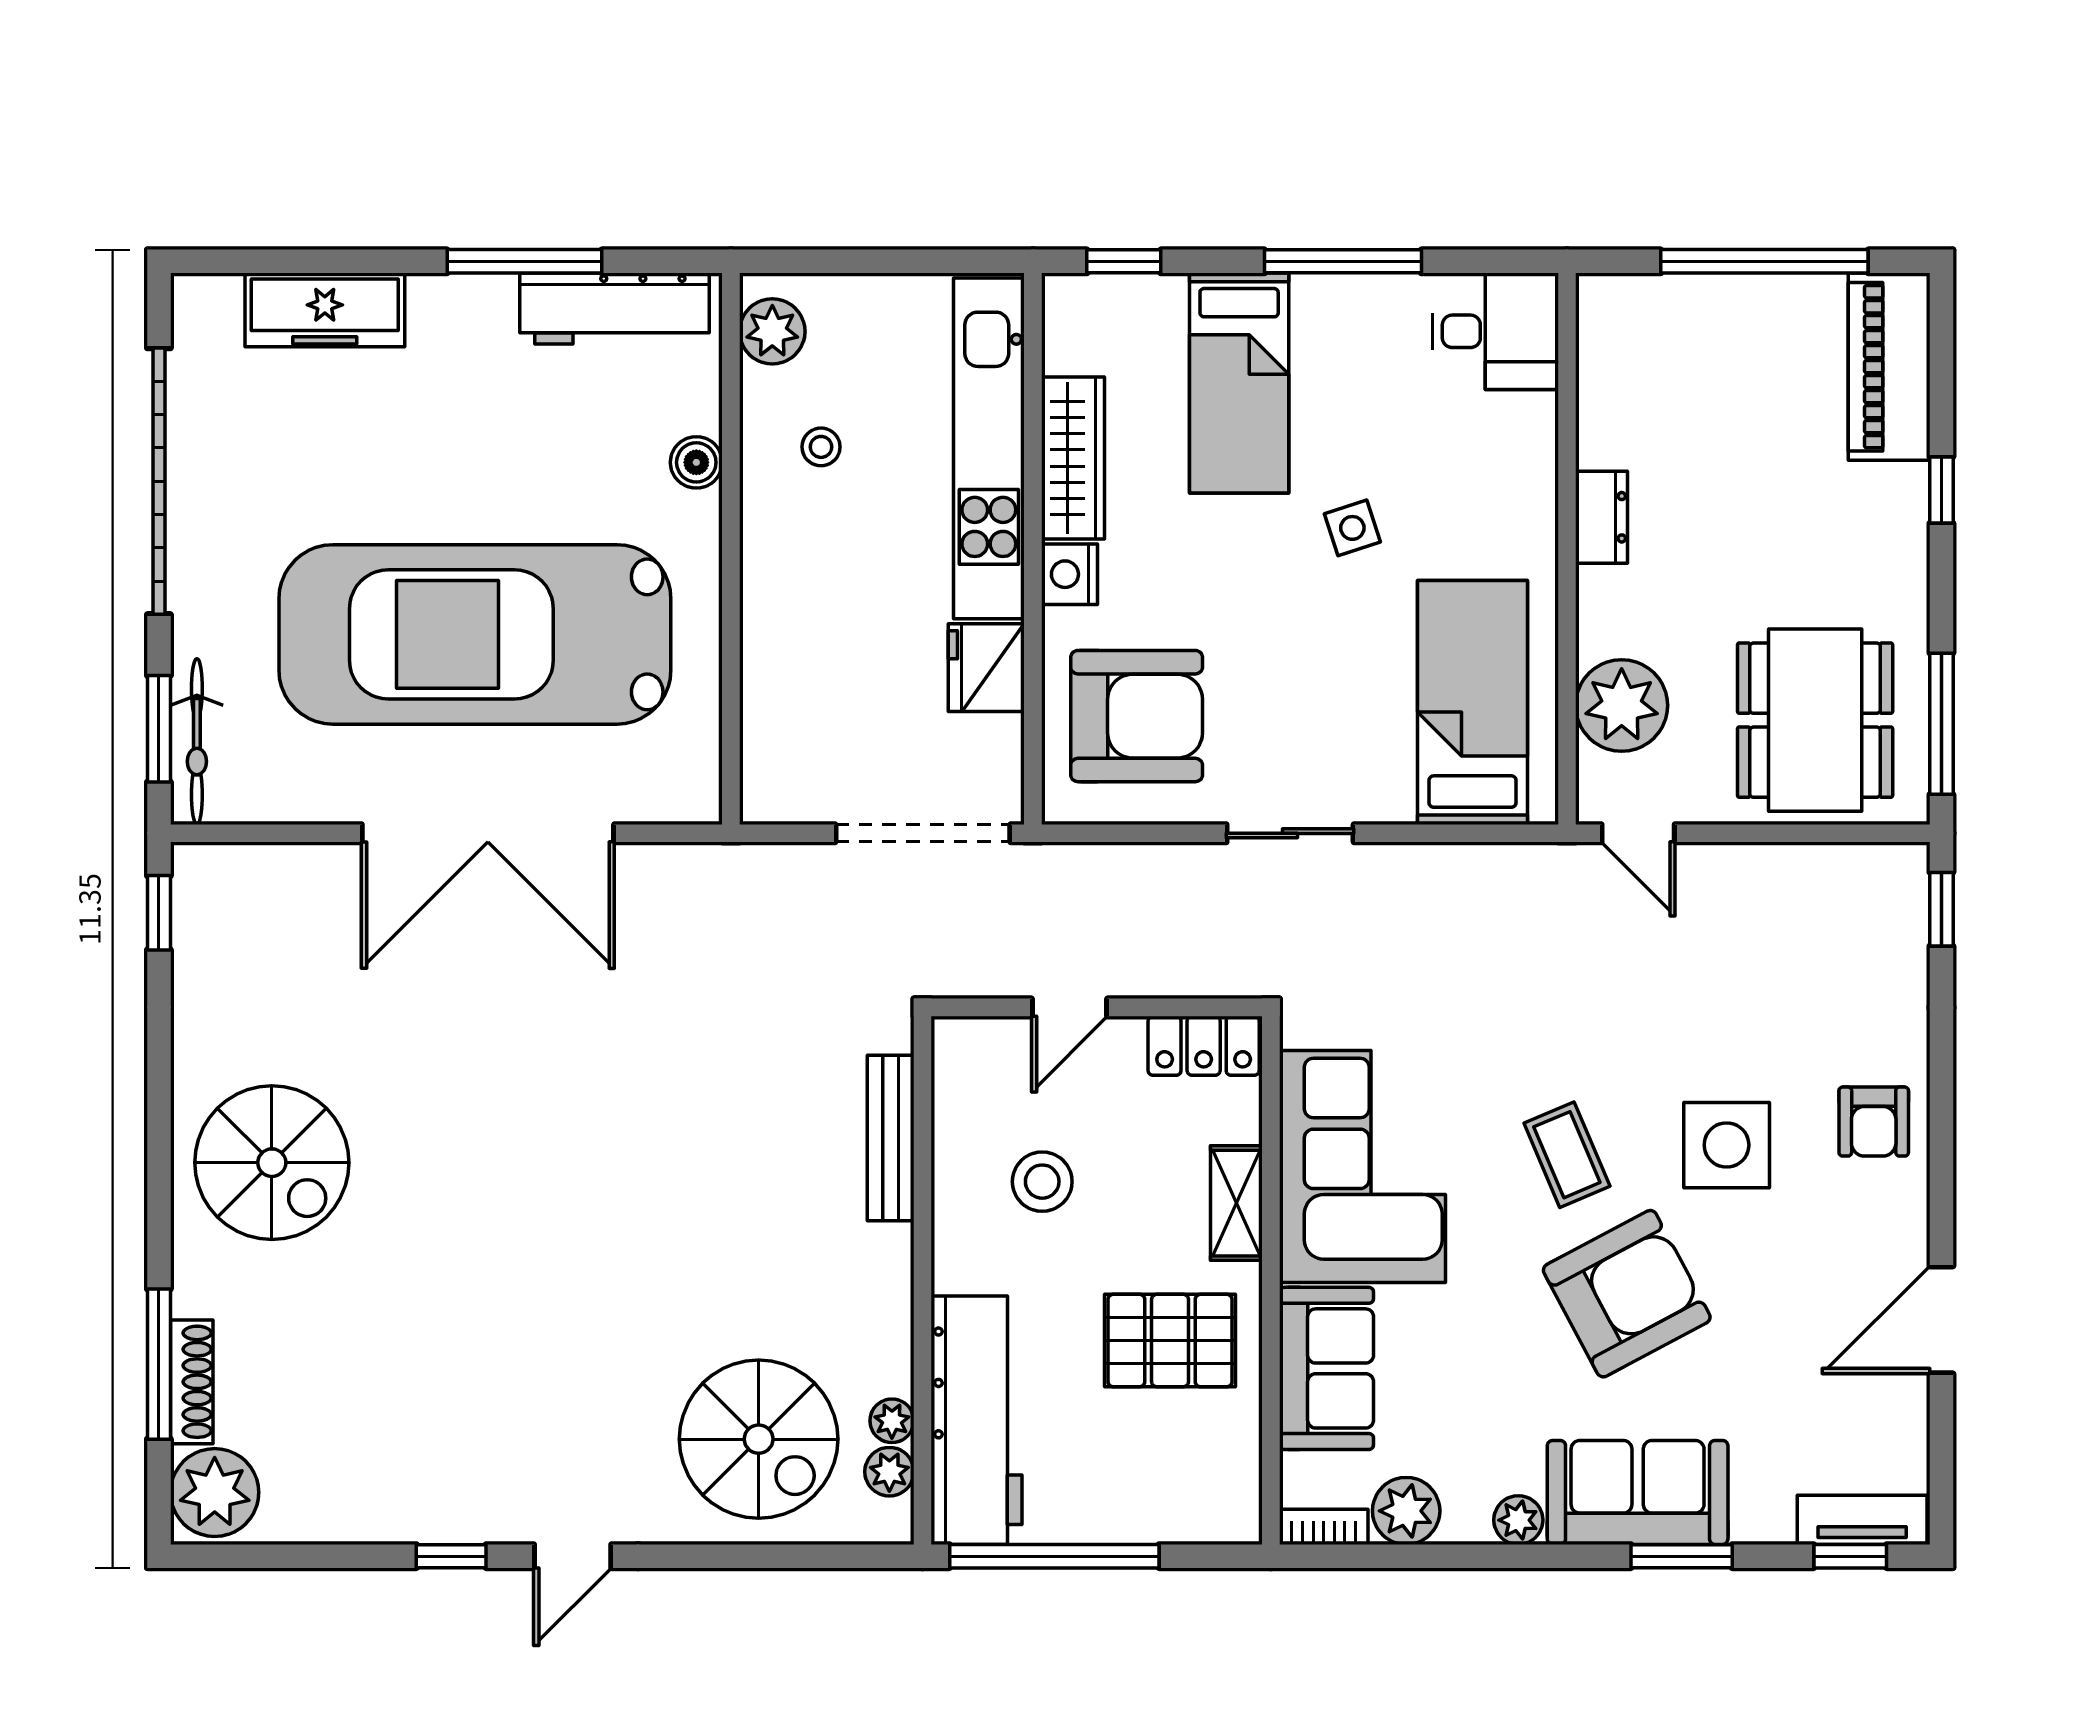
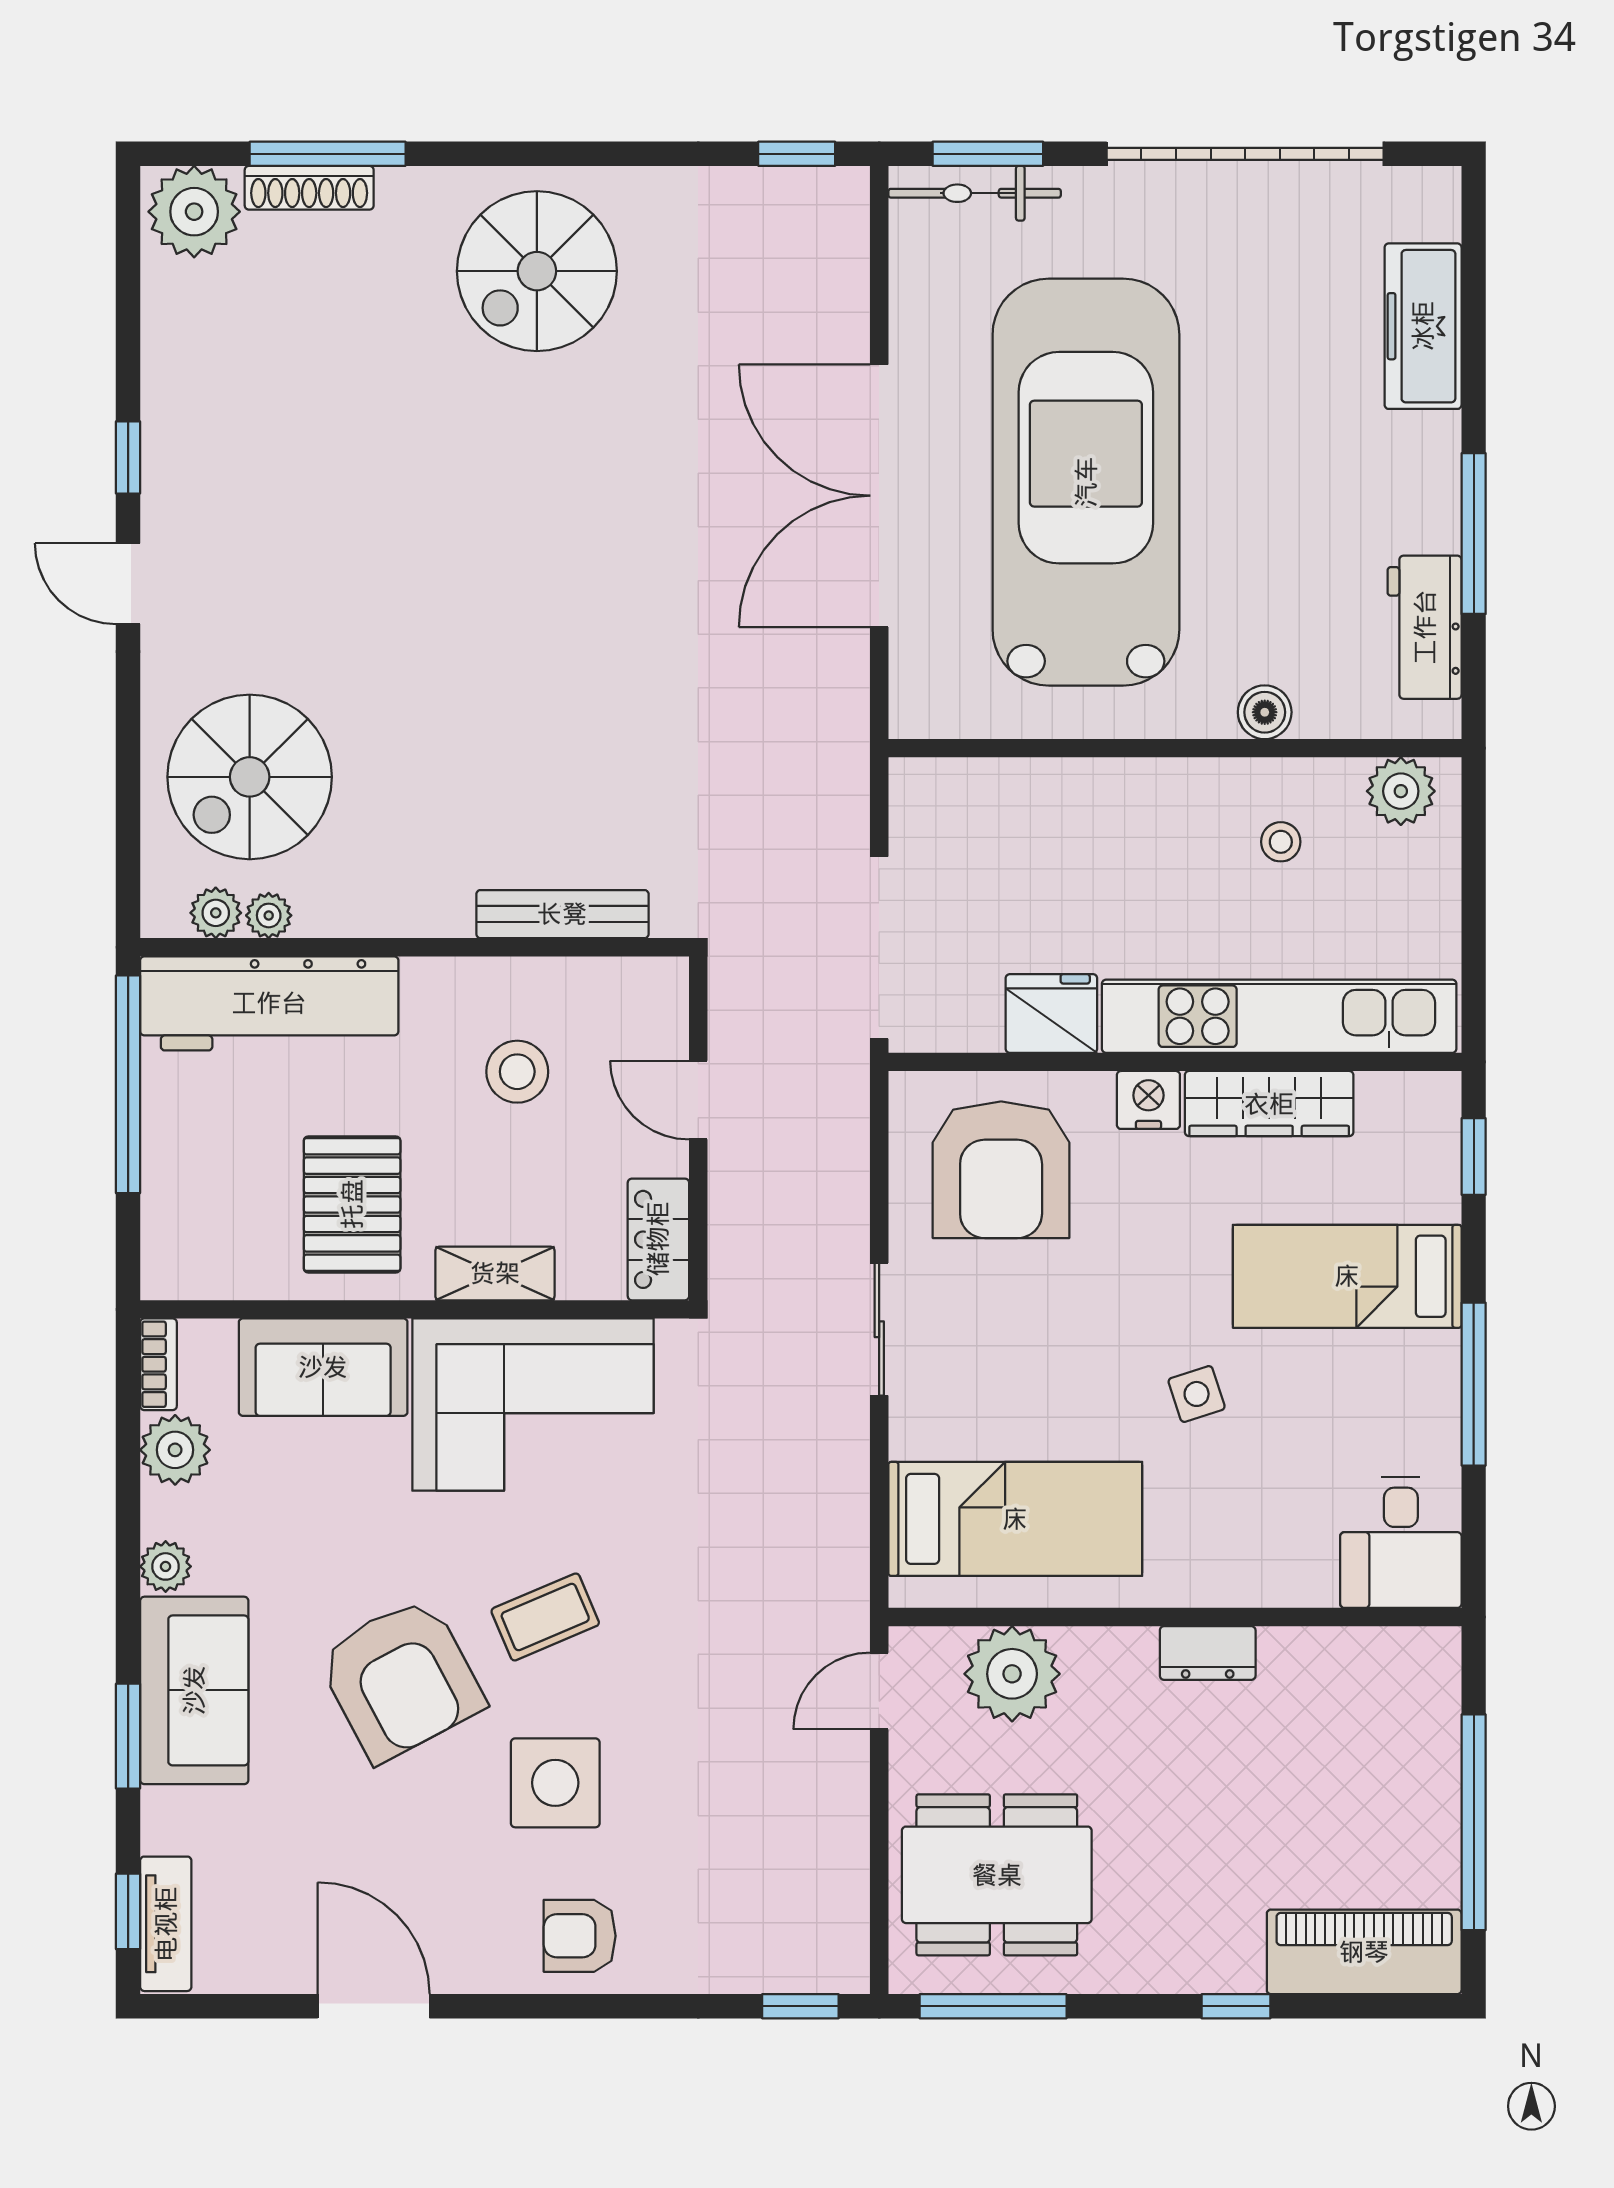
workbench: (615, 309) -> (1425, 627), width x0.73

